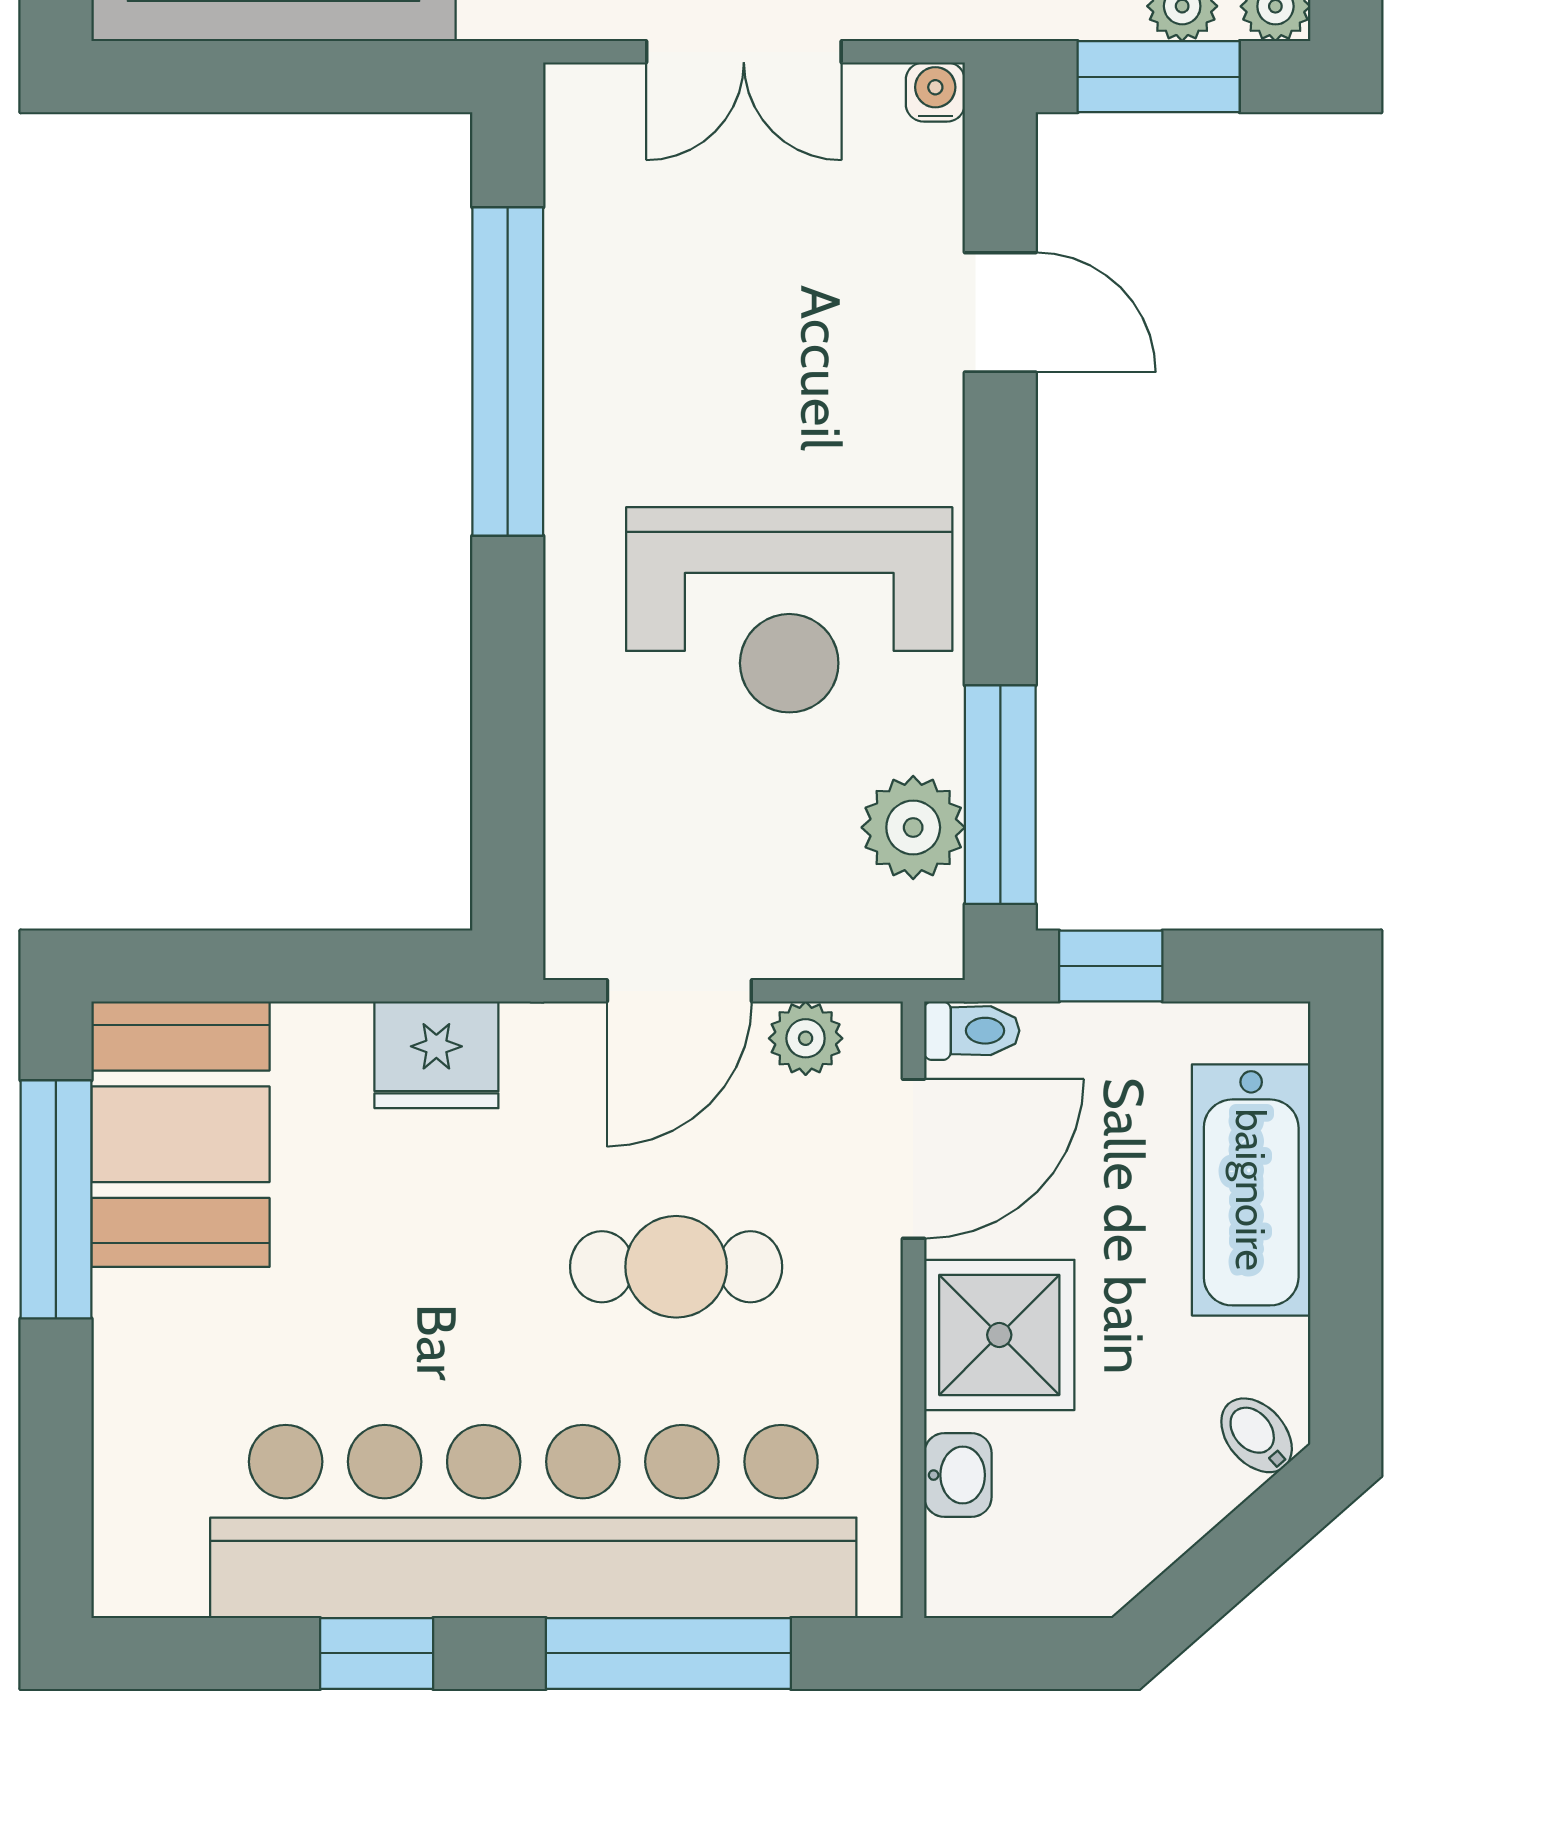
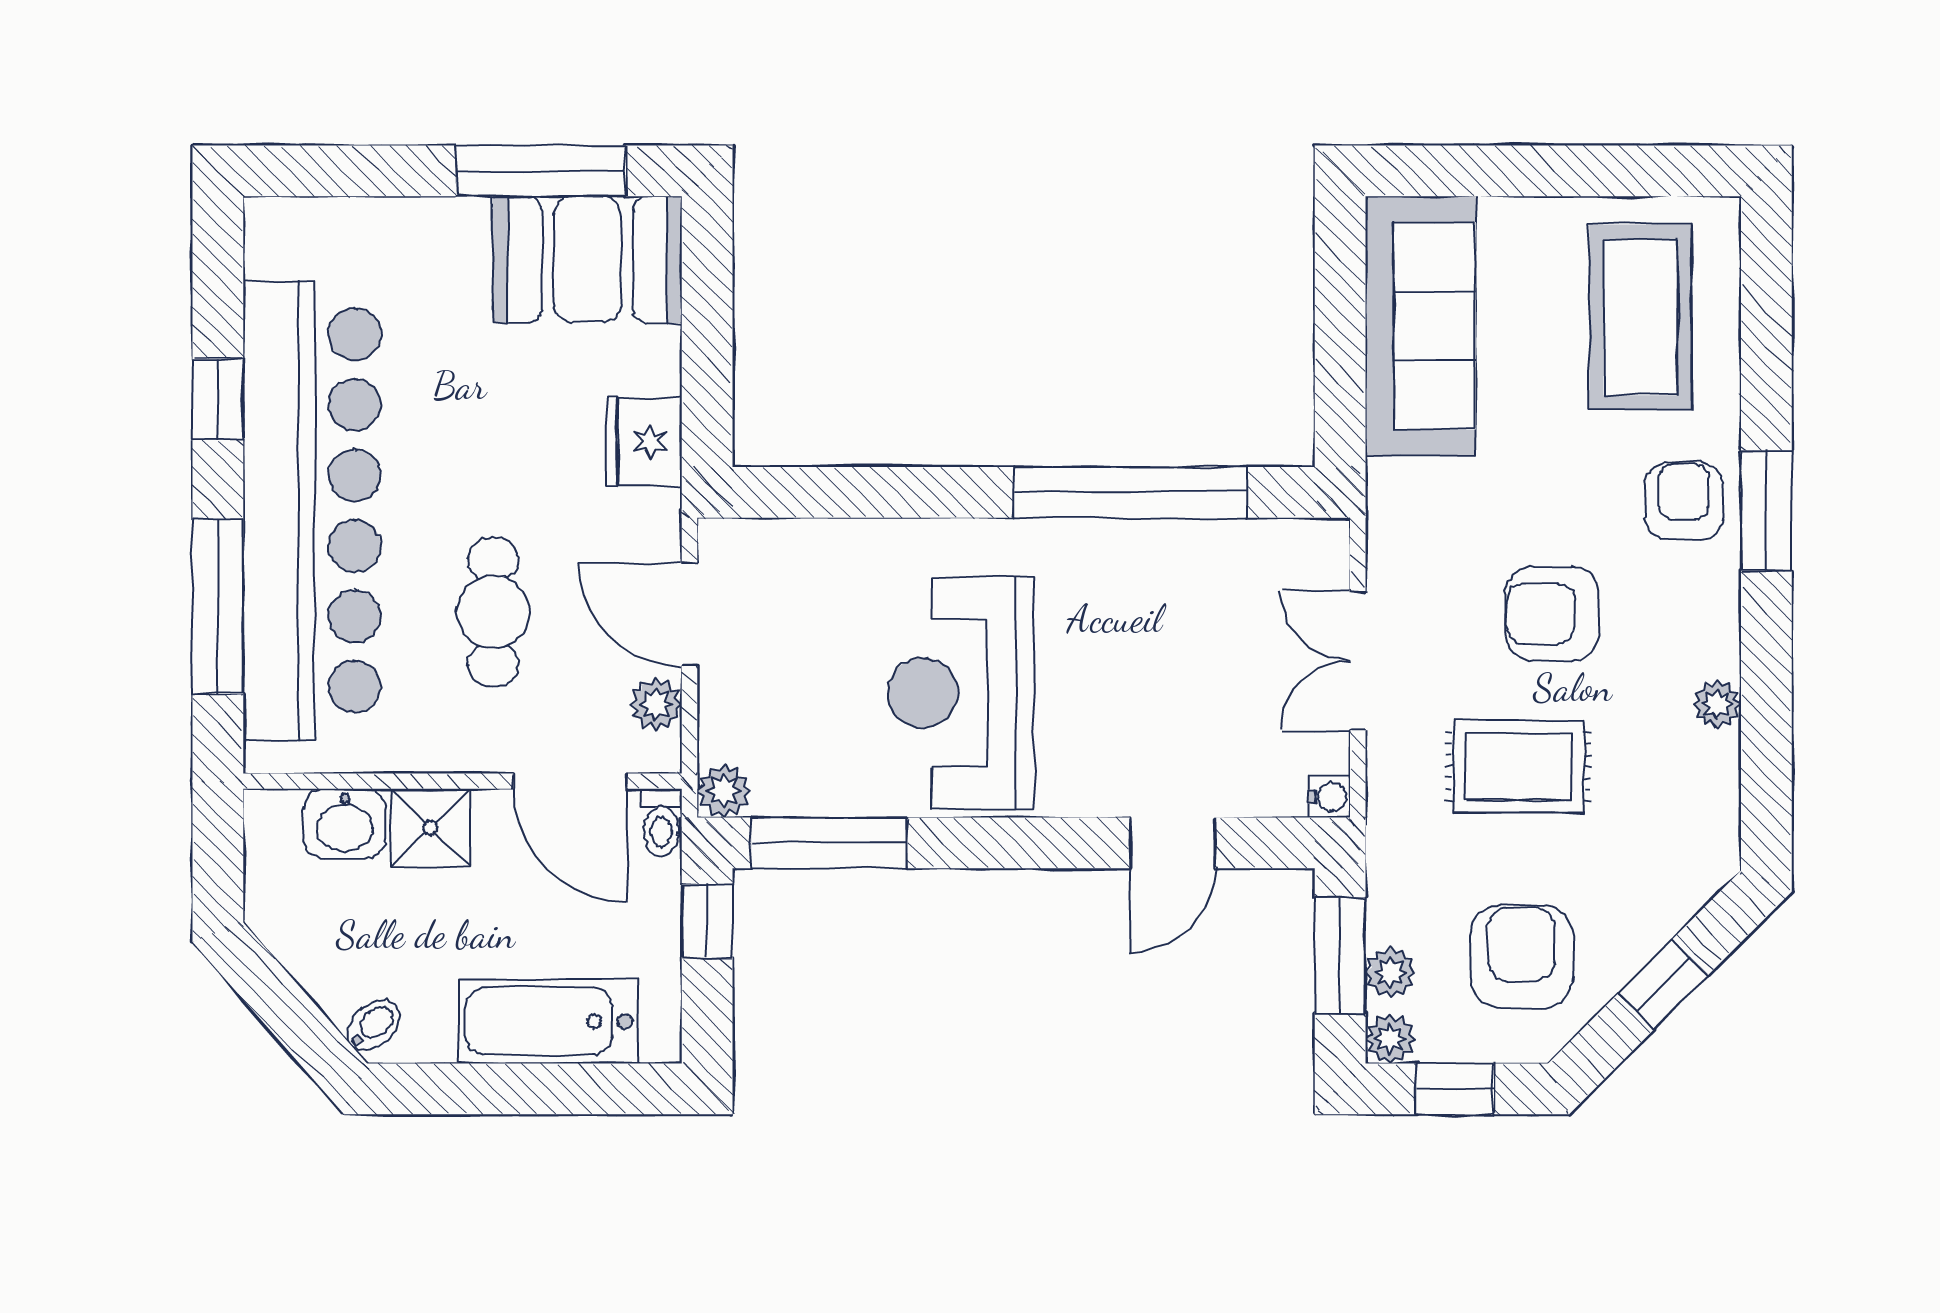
plant: (913, 827) -> (724, 791), moved, width x0.73, depth x0.73
shower: (999, 1335) -> (430, 828), width x0.73, depth x0.73
washbasin: (958, 1475) -> (345, 824), width x1.38, depth x1.45

